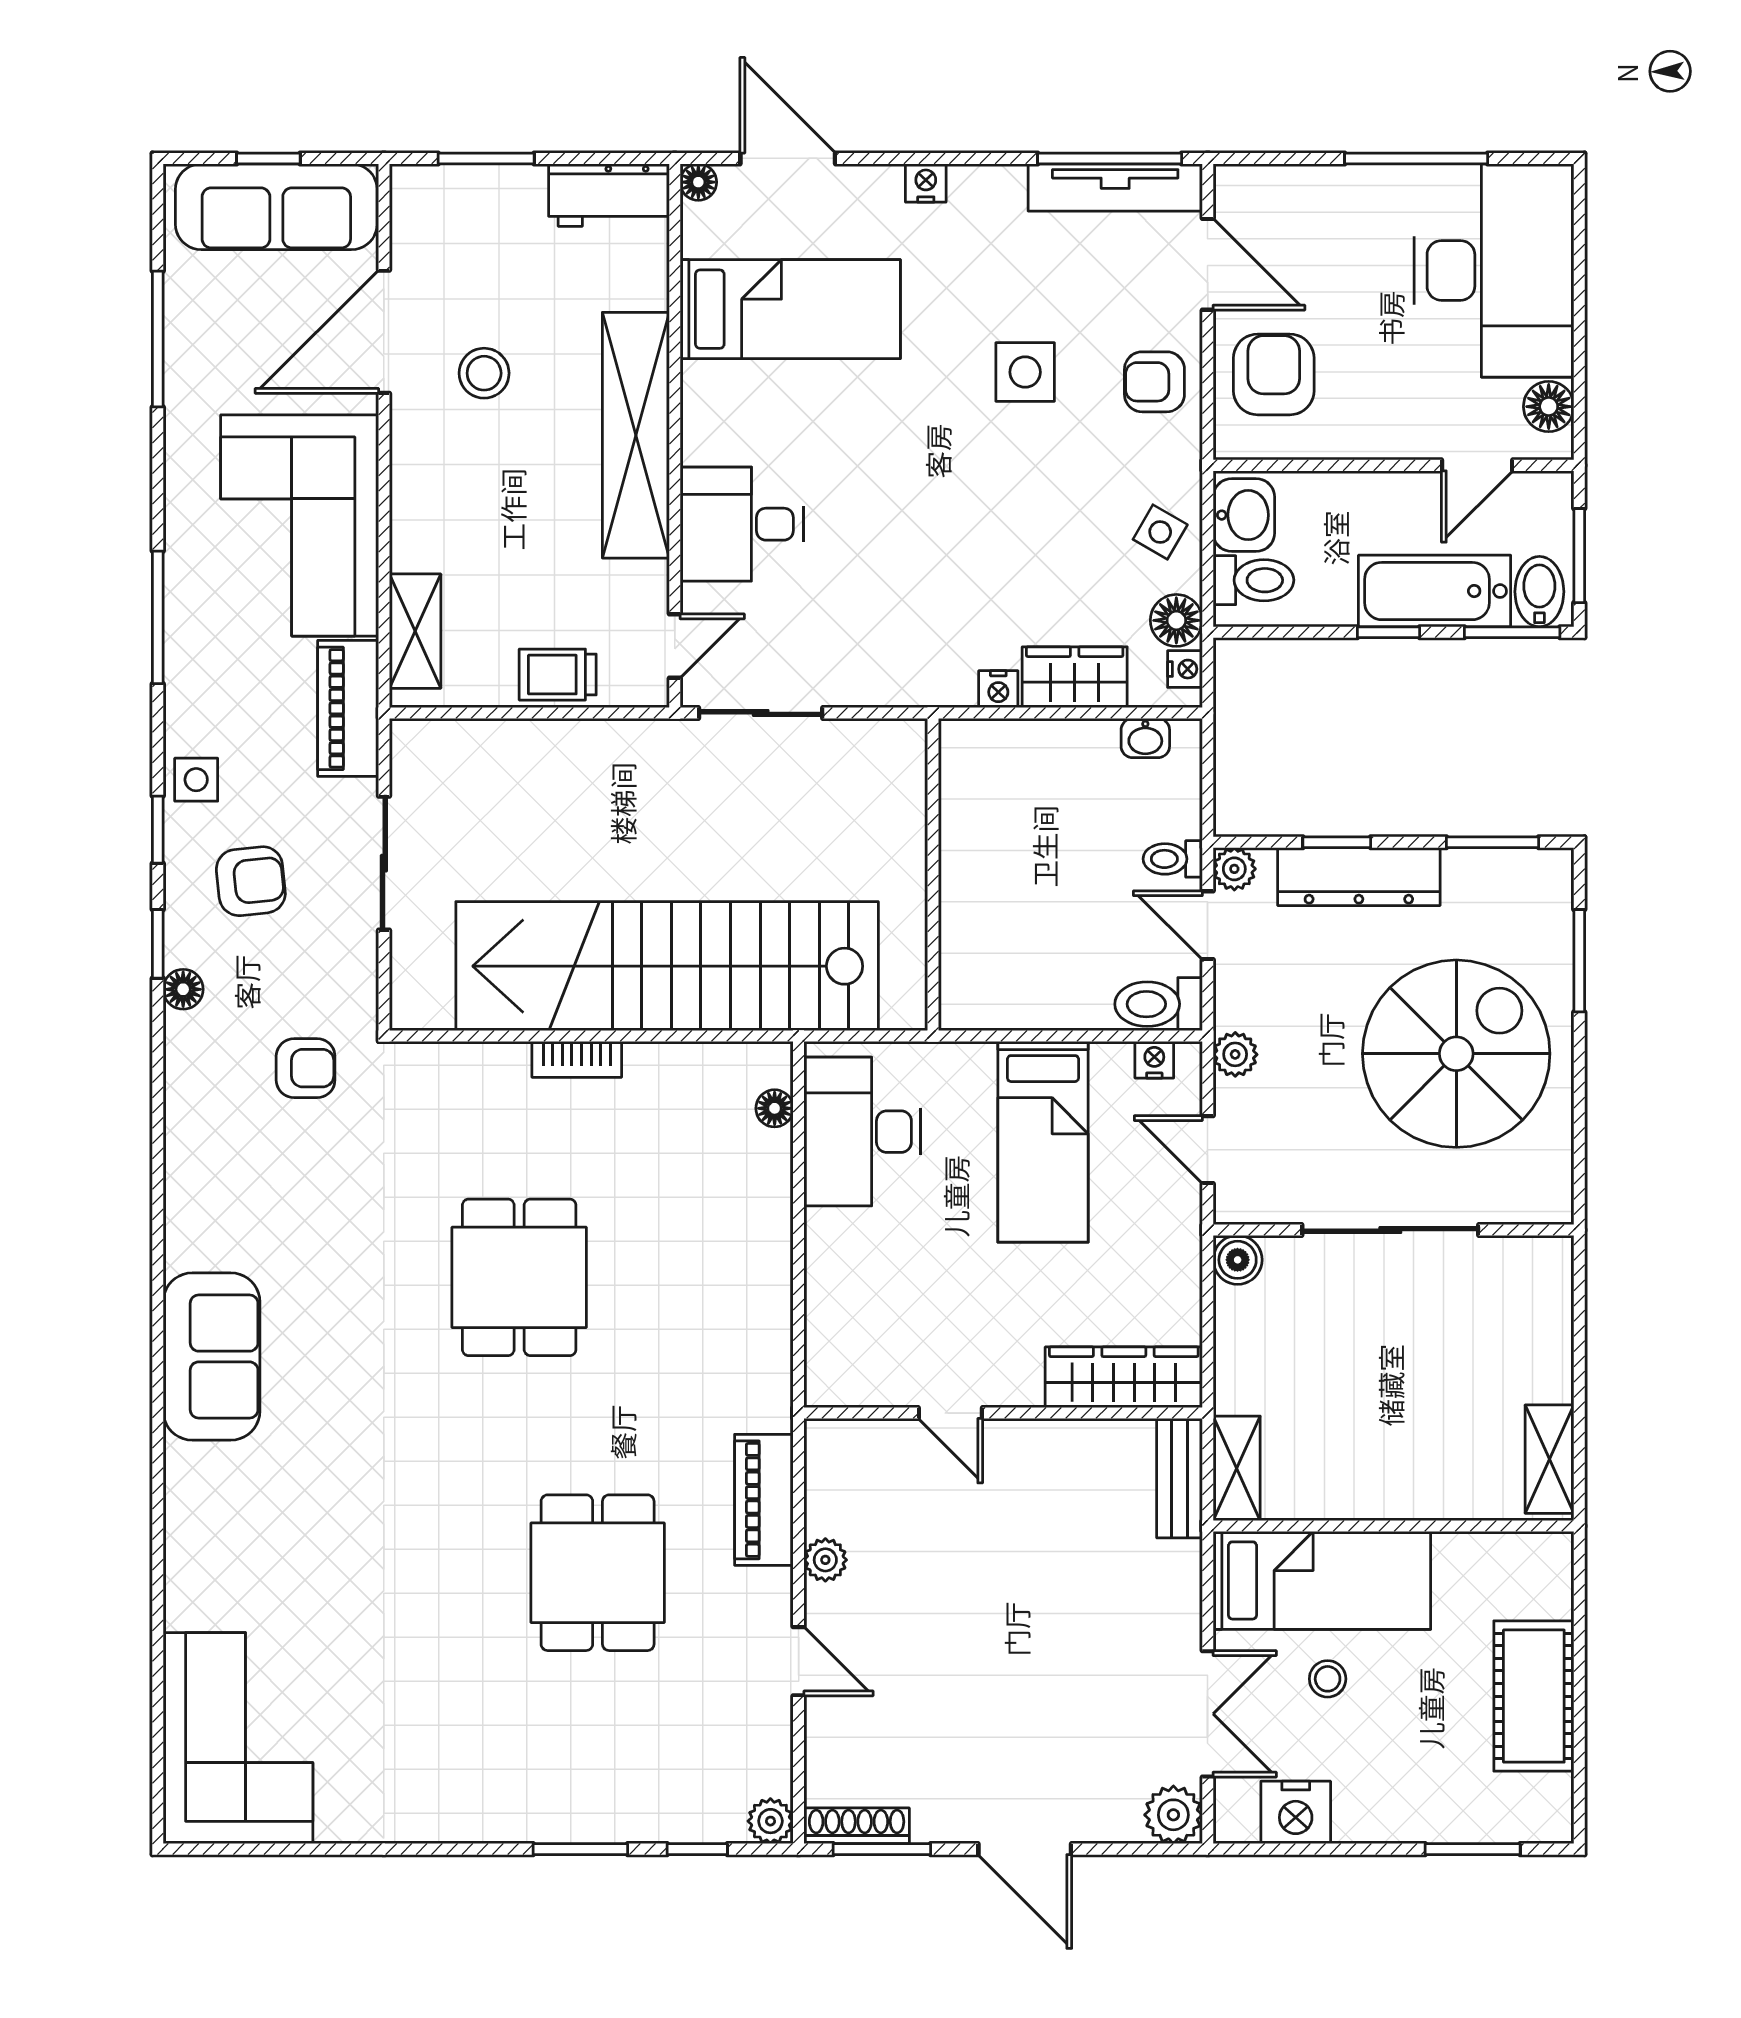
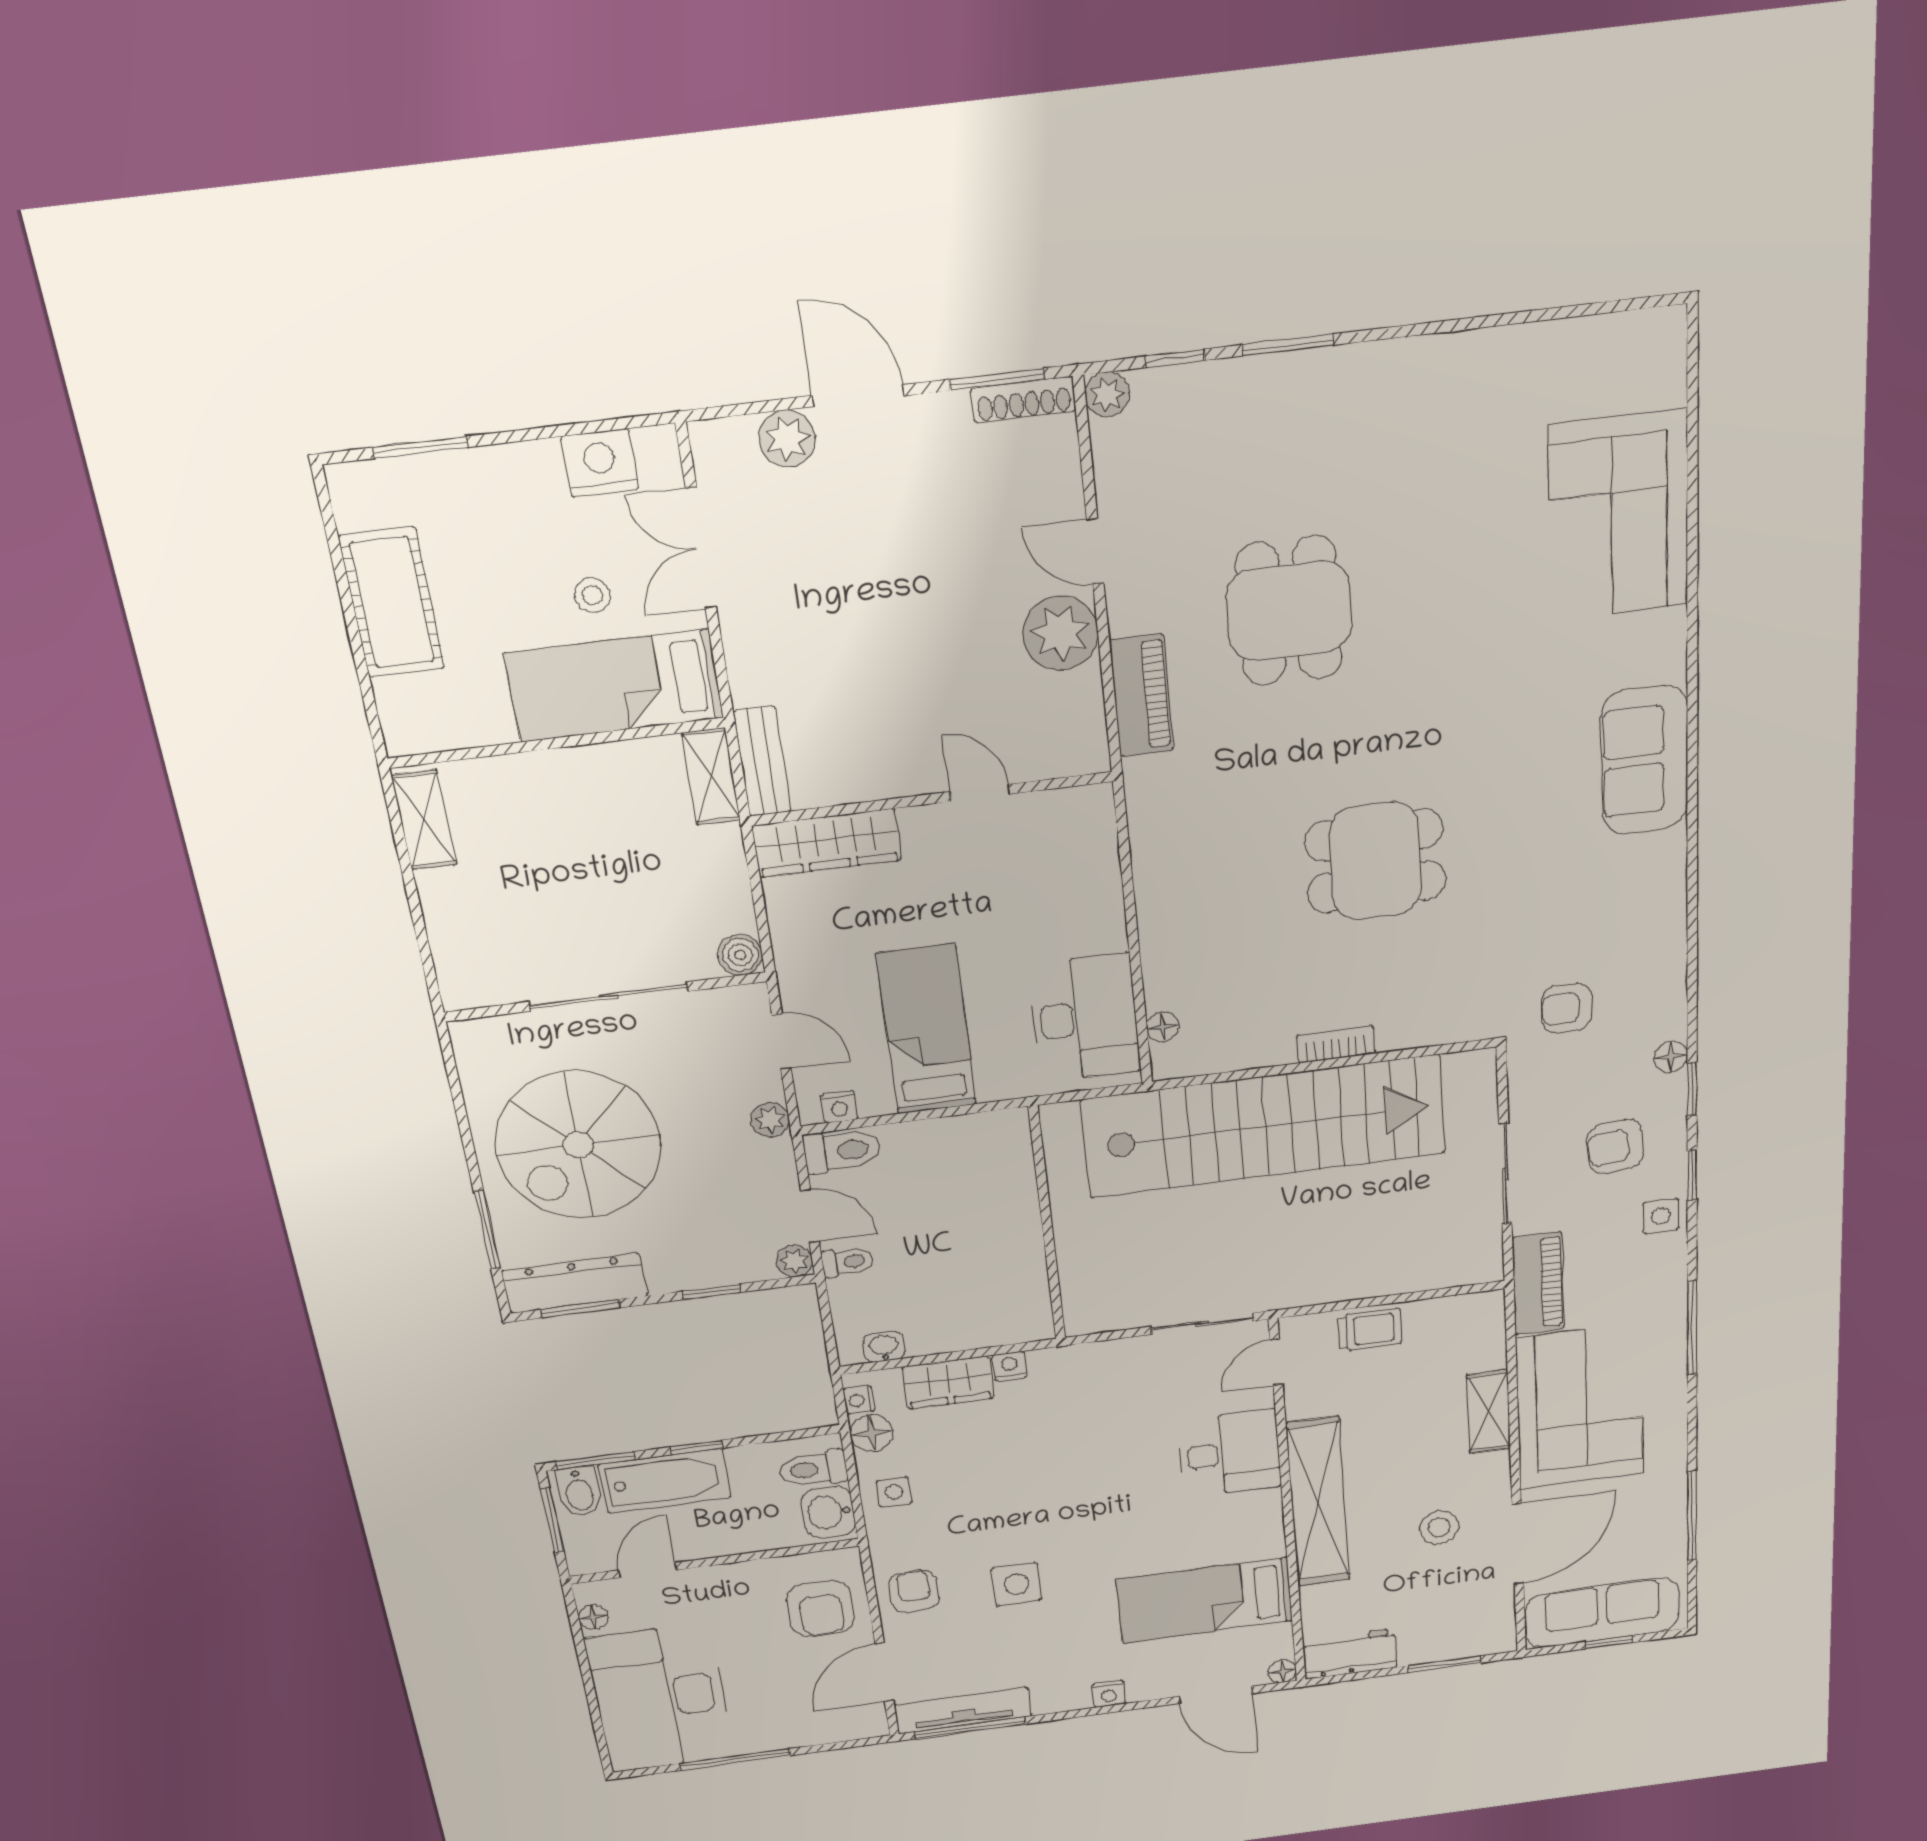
door: (1208, 264) -> (884, 1672), hinge flipped
armchair: (1154, 382) -> (914, 1591), turned -90
floor lamp: (1549, 407) -> (593, 1617), width x0.73, depth x0.73
side table: (1160, 532) -> (894, 1492), turned -30
shelving: (415, 631) -> (1489, 1412), moved
dresser: (1359, 877) -> (575, 1283), moved
dining table: (519, 1277) -> (1375, 861), turned 90
plant: (825, 1560) -> (1060, 633), width x1.87, depth x1.87
corner sofa: (238, 1737) -> (1618, 516), moved
plant: (1173, 1815) -> (787, 439), moved

